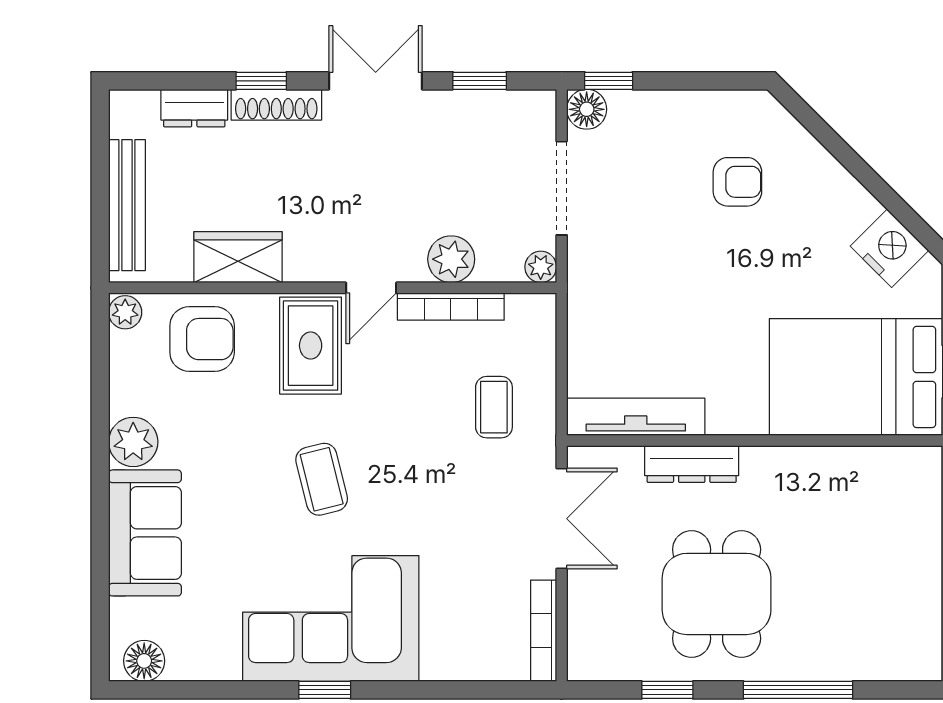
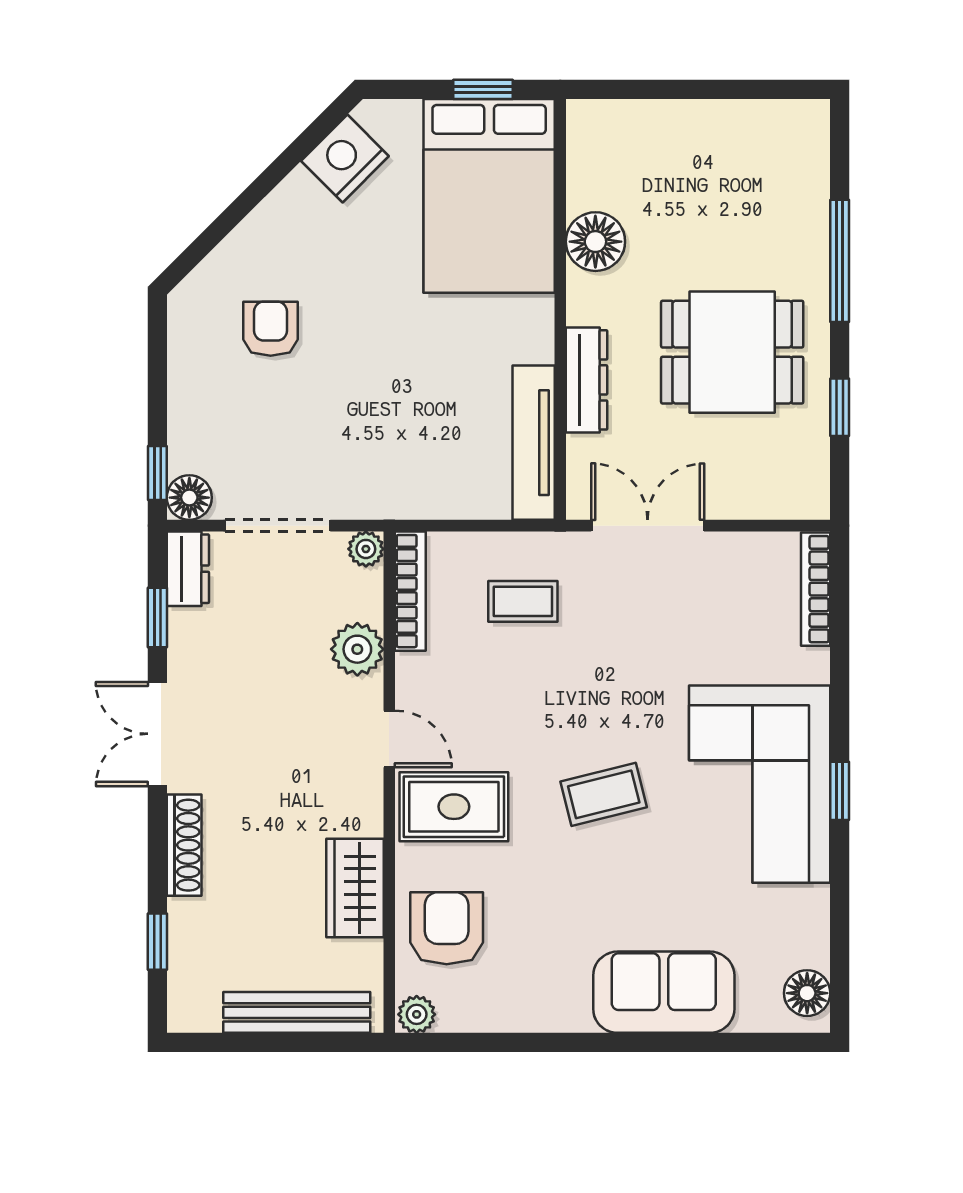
window: (261, 81) -> (157, 942), moved
dresser: (194, 108) -> (188, 569), moved
bookcase: (451, 307) -> (410, 591), moved
plant: (133, 442) -> (562, 1005), removed
floor lamp: (815, 472) -> (595, 242), added
bookcase: (544, 631) -> (816, 589), moved, turned 90

